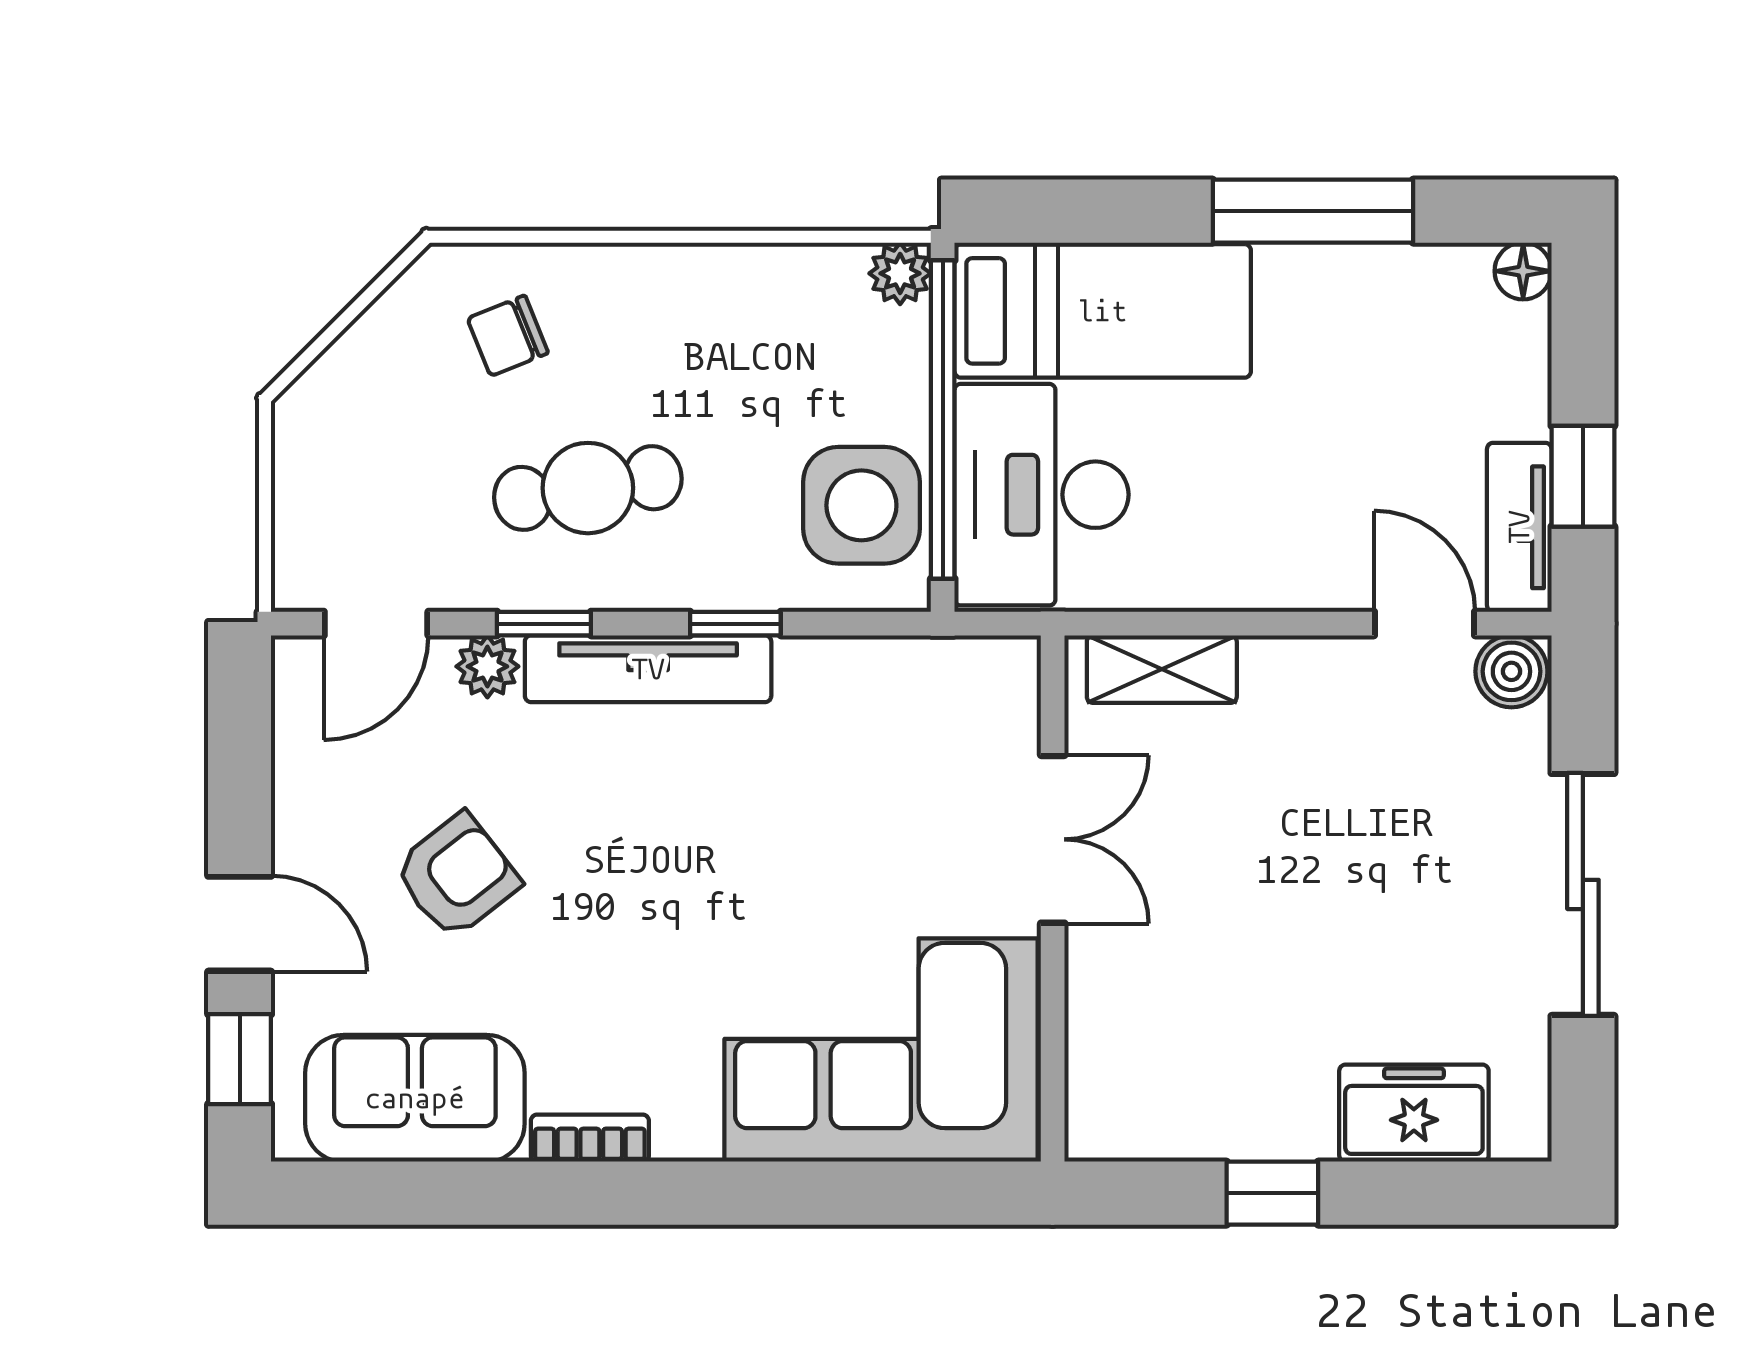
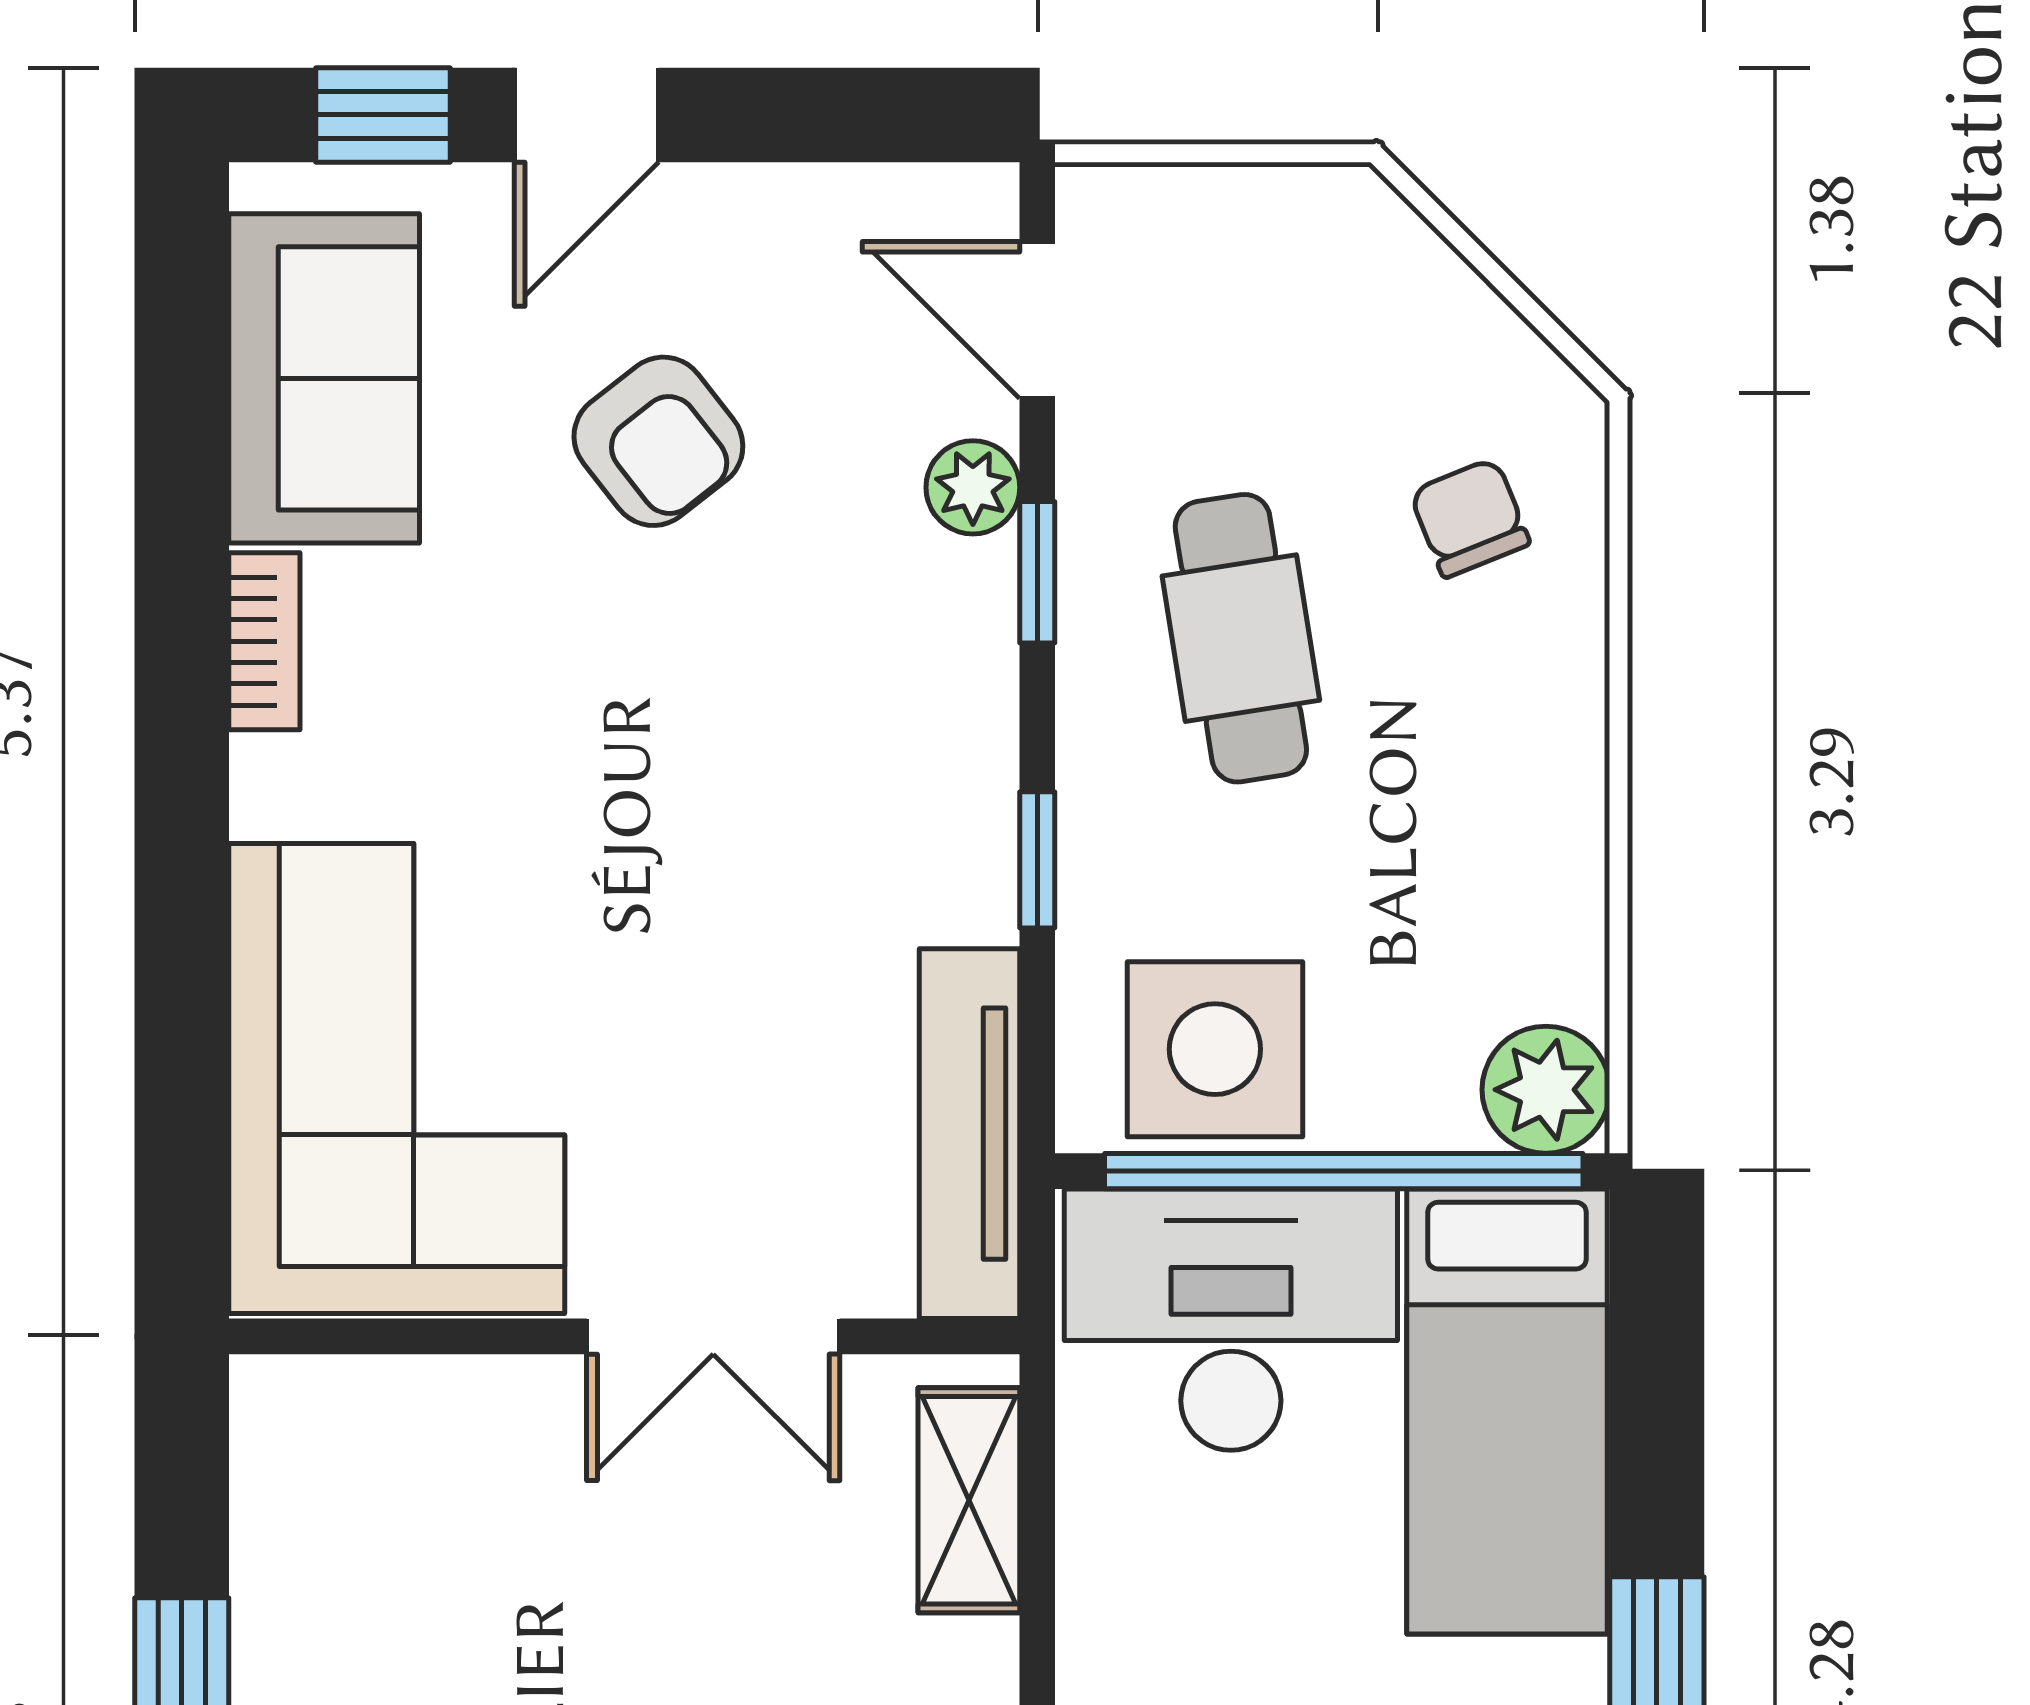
plant: (900, 273) -> (1546, 1090), width x1.38, depth x1.38
tv unit: (648, 669) -> (969, 1134), moved

